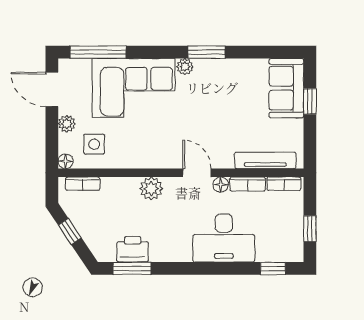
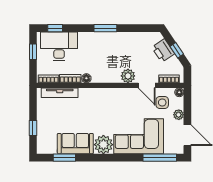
window: (206, 52) -> (64, 158), moved
plant: (185, 67) -> (103, 145), width x1.88, depth x1.88
sofa: (286, 88) -> (75, 144), moved, turned -90
door: (197, 173) -> (147, 85), moved
desk: (224, 238) -> (59, 46), moved
printer: (133, 249) -> (163, 51), moved, turned 56
window: (132, 268) -> (105, 28), moved

